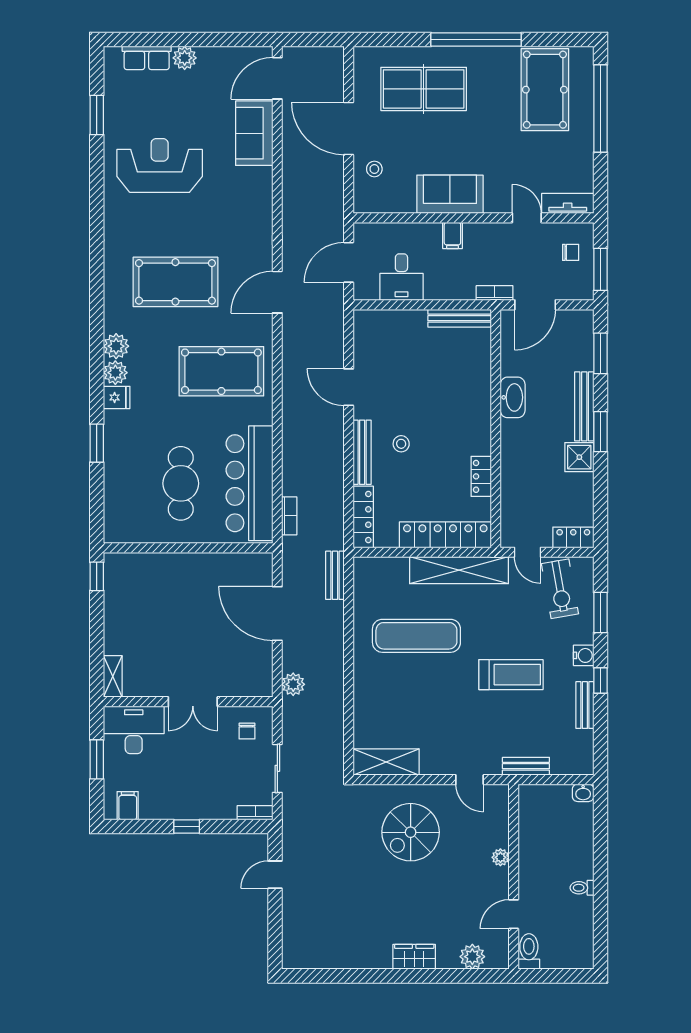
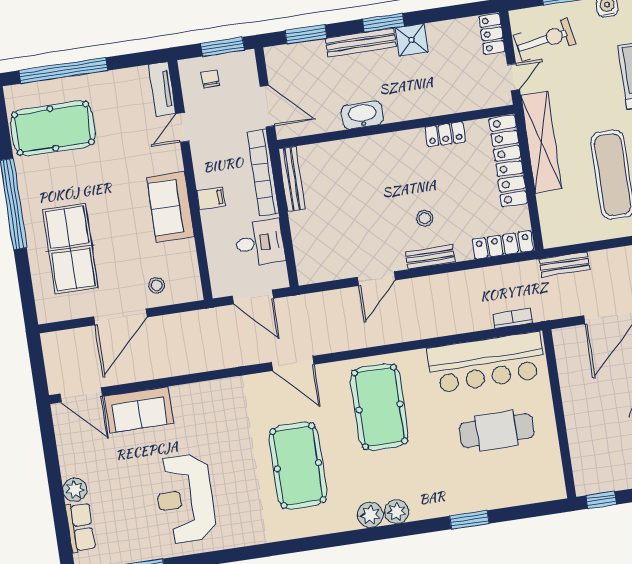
bookcase: (495, 293) -> (263, 172), width x2.31, depth x1.31
fridge: (117, 397) -> (421, 507), removed
bench: (362, 452) -> (430, 257), width x0.73

